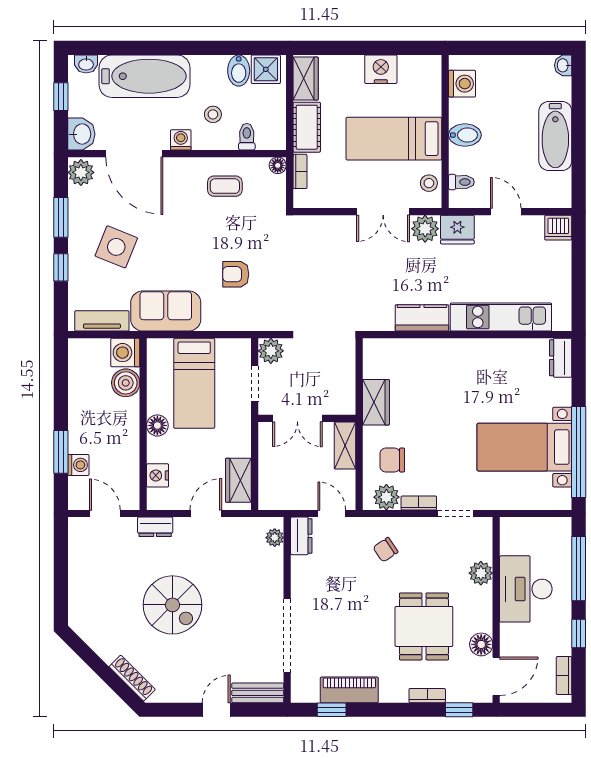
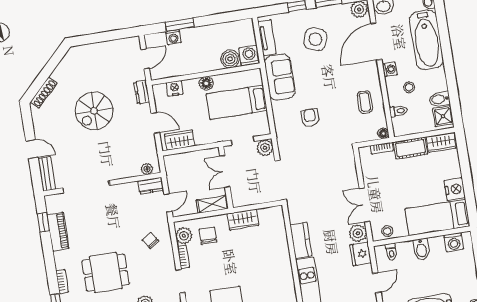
bed: (394, 139) -> (437, 217), moved, turned -90

